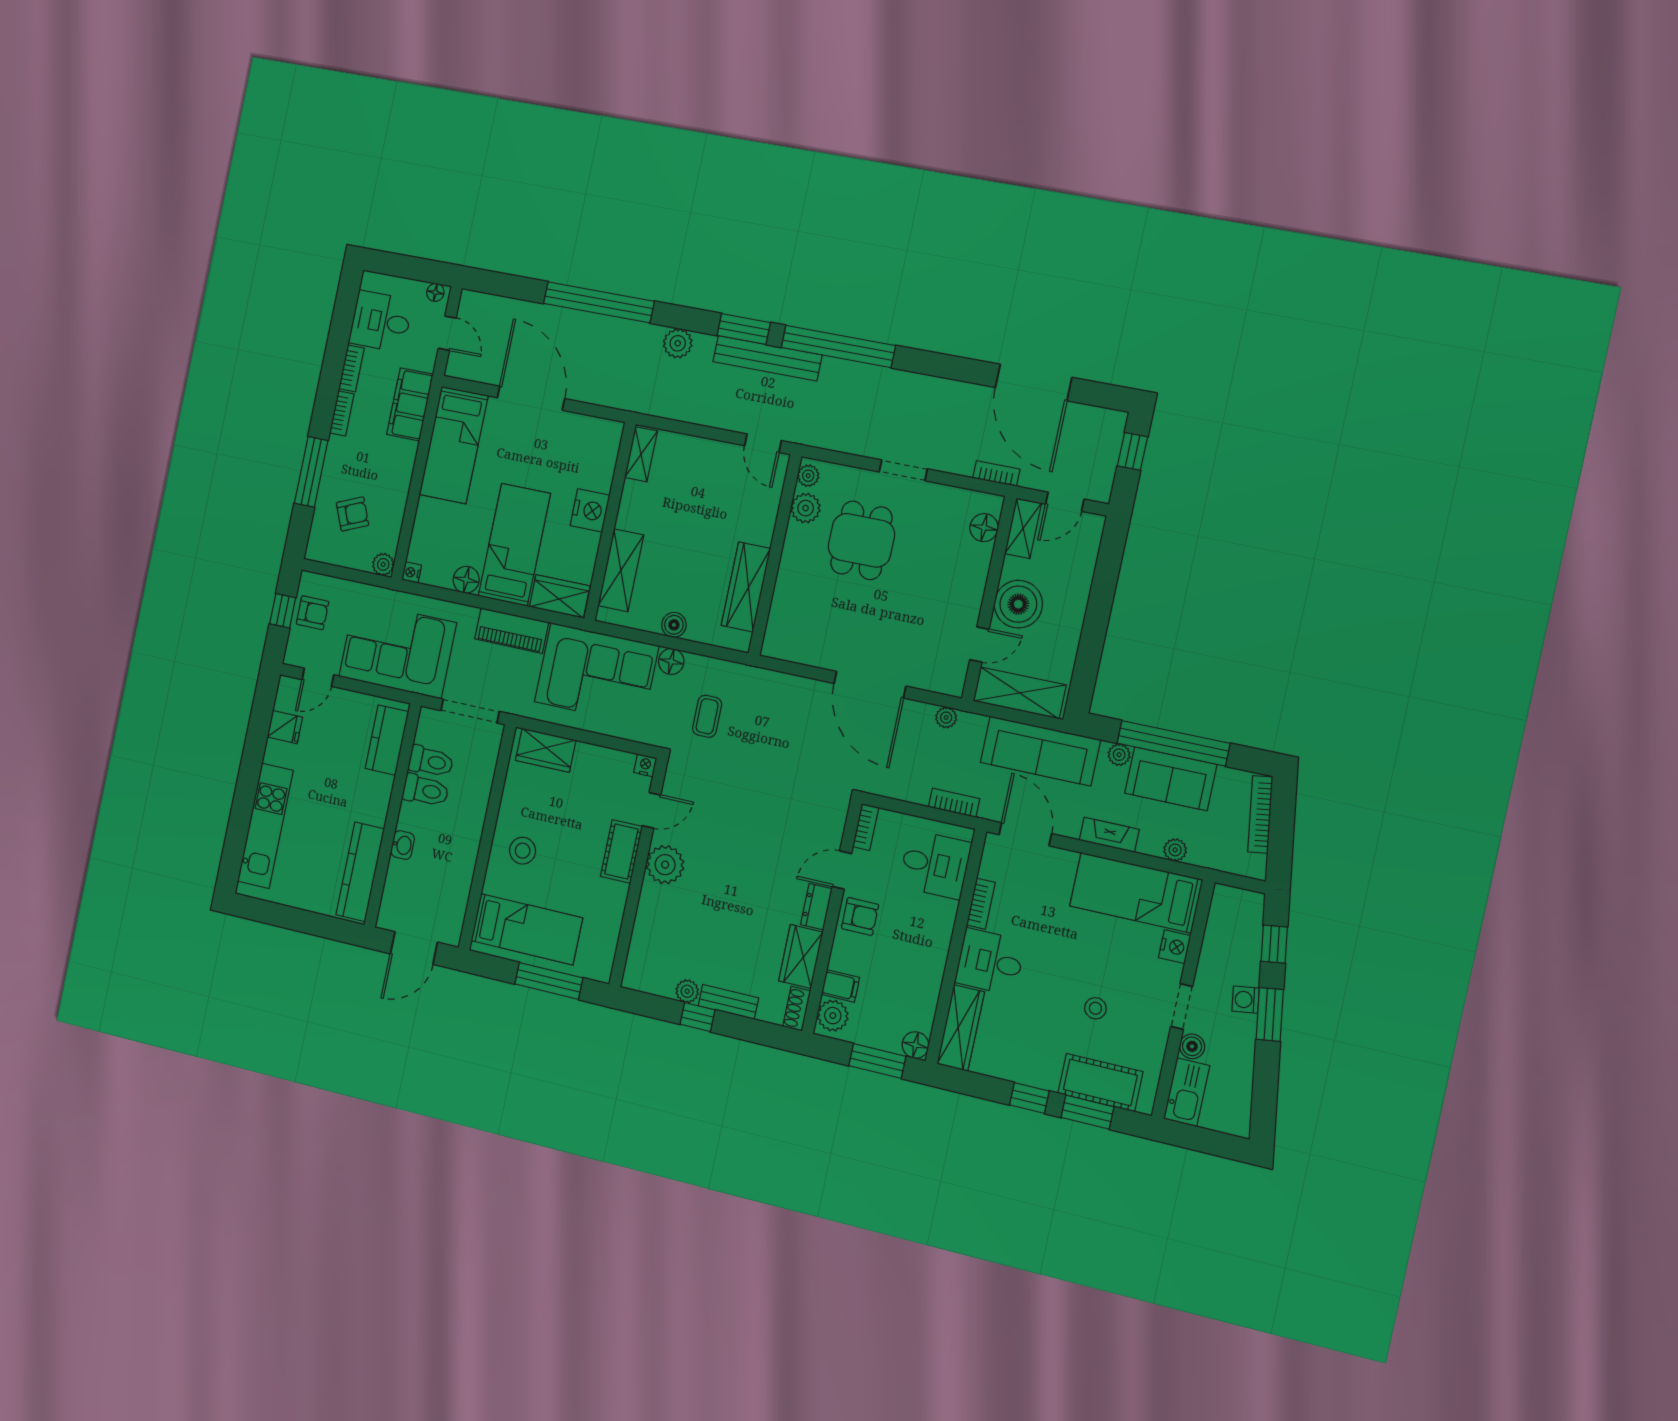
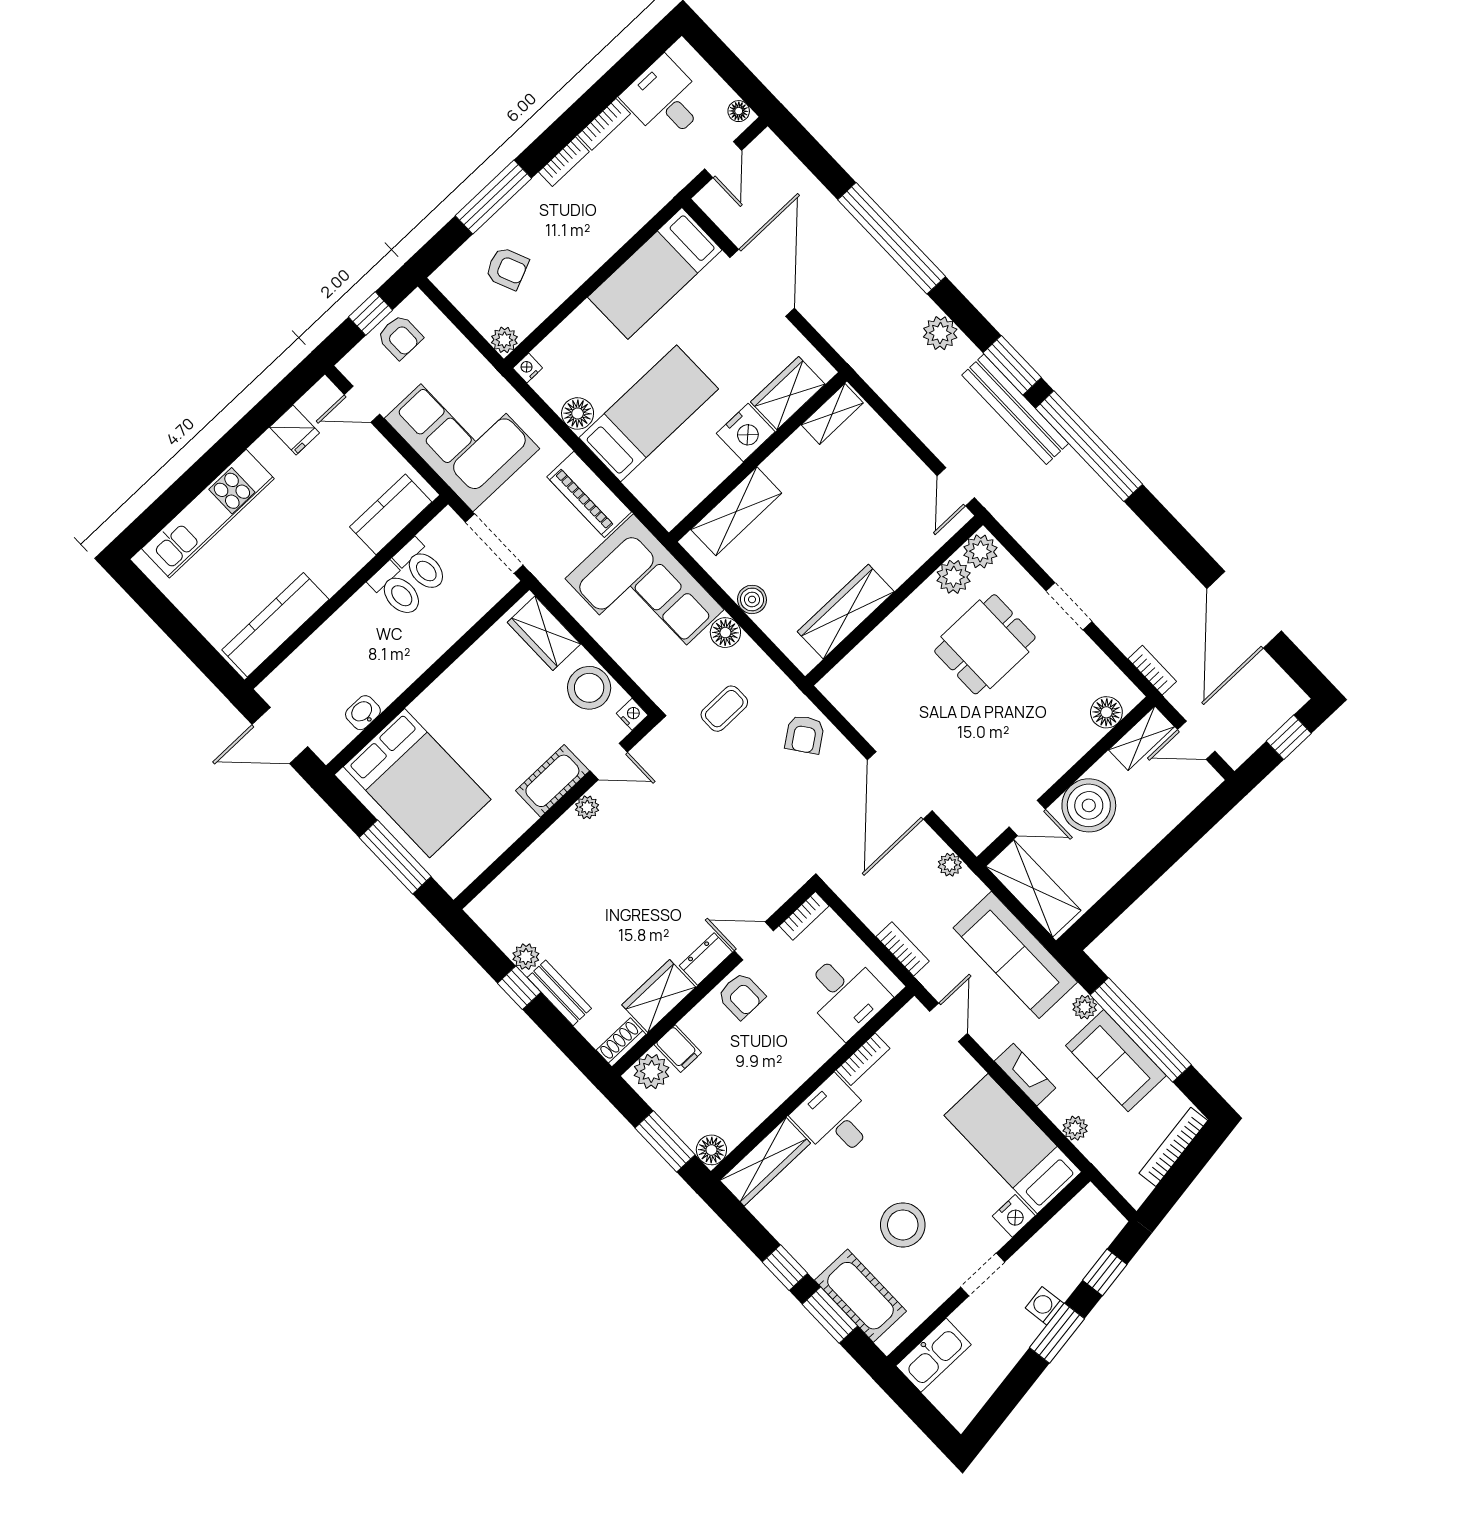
filing cabinet: (410, 404) -> (638, 202), removed
plant: (808, 476) -> (980, 551), width x1.38, depth x1.38
wardrobe: (560, 596) -> (788, 393), moved, turned -90
armchair: (777, 695) -> (805, 734), added
door: (1025, 834) -> (949, 1022), width x0.73
washbasin: (403, 845) -> (363, 713), moved, turned 180
stool: (523, 851) -> (589, 688), moved, width x1.38, depth x1.38
plant: (665, 865) -> (587, 807), width x0.53, depth x0.53
bed: (527, 929) -> (417, 783), width x1.50
stool: (1095, 1008) -> (903, 1225), width x1.89, depth x1.89
boiler: (1192, 1046) -> (967, 1317), removed

